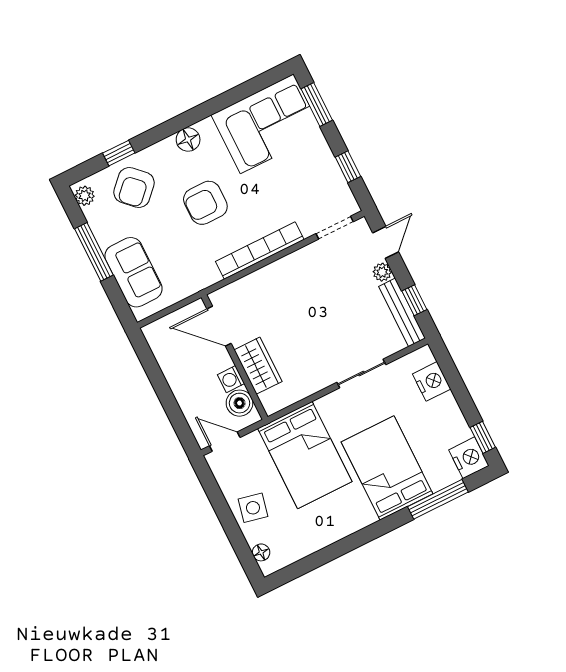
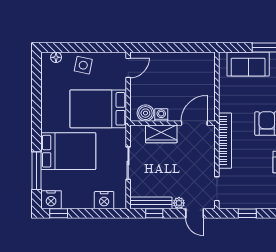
door: (219, 326) -> (194, 123), moved
wall: (234, 357) -> (173, 123), moved
wardrobe: (258, 366) -> (161, 134), moved
washing machine: (231, 379) -> (161, 115), moved
boiler: (240, 403) -> (145, 113), moved

